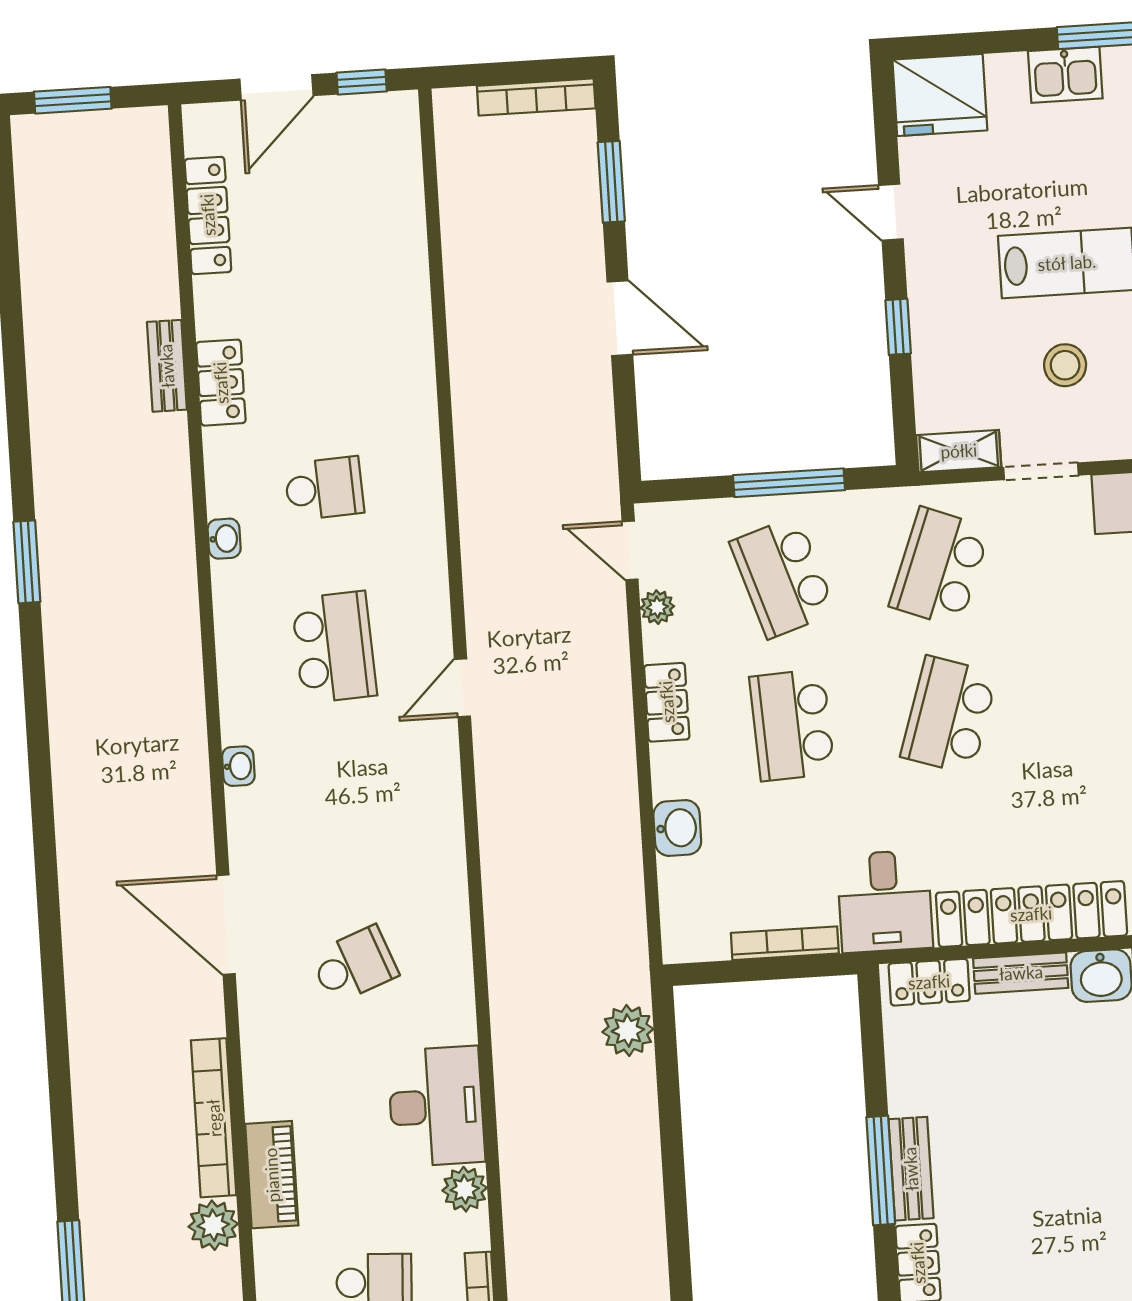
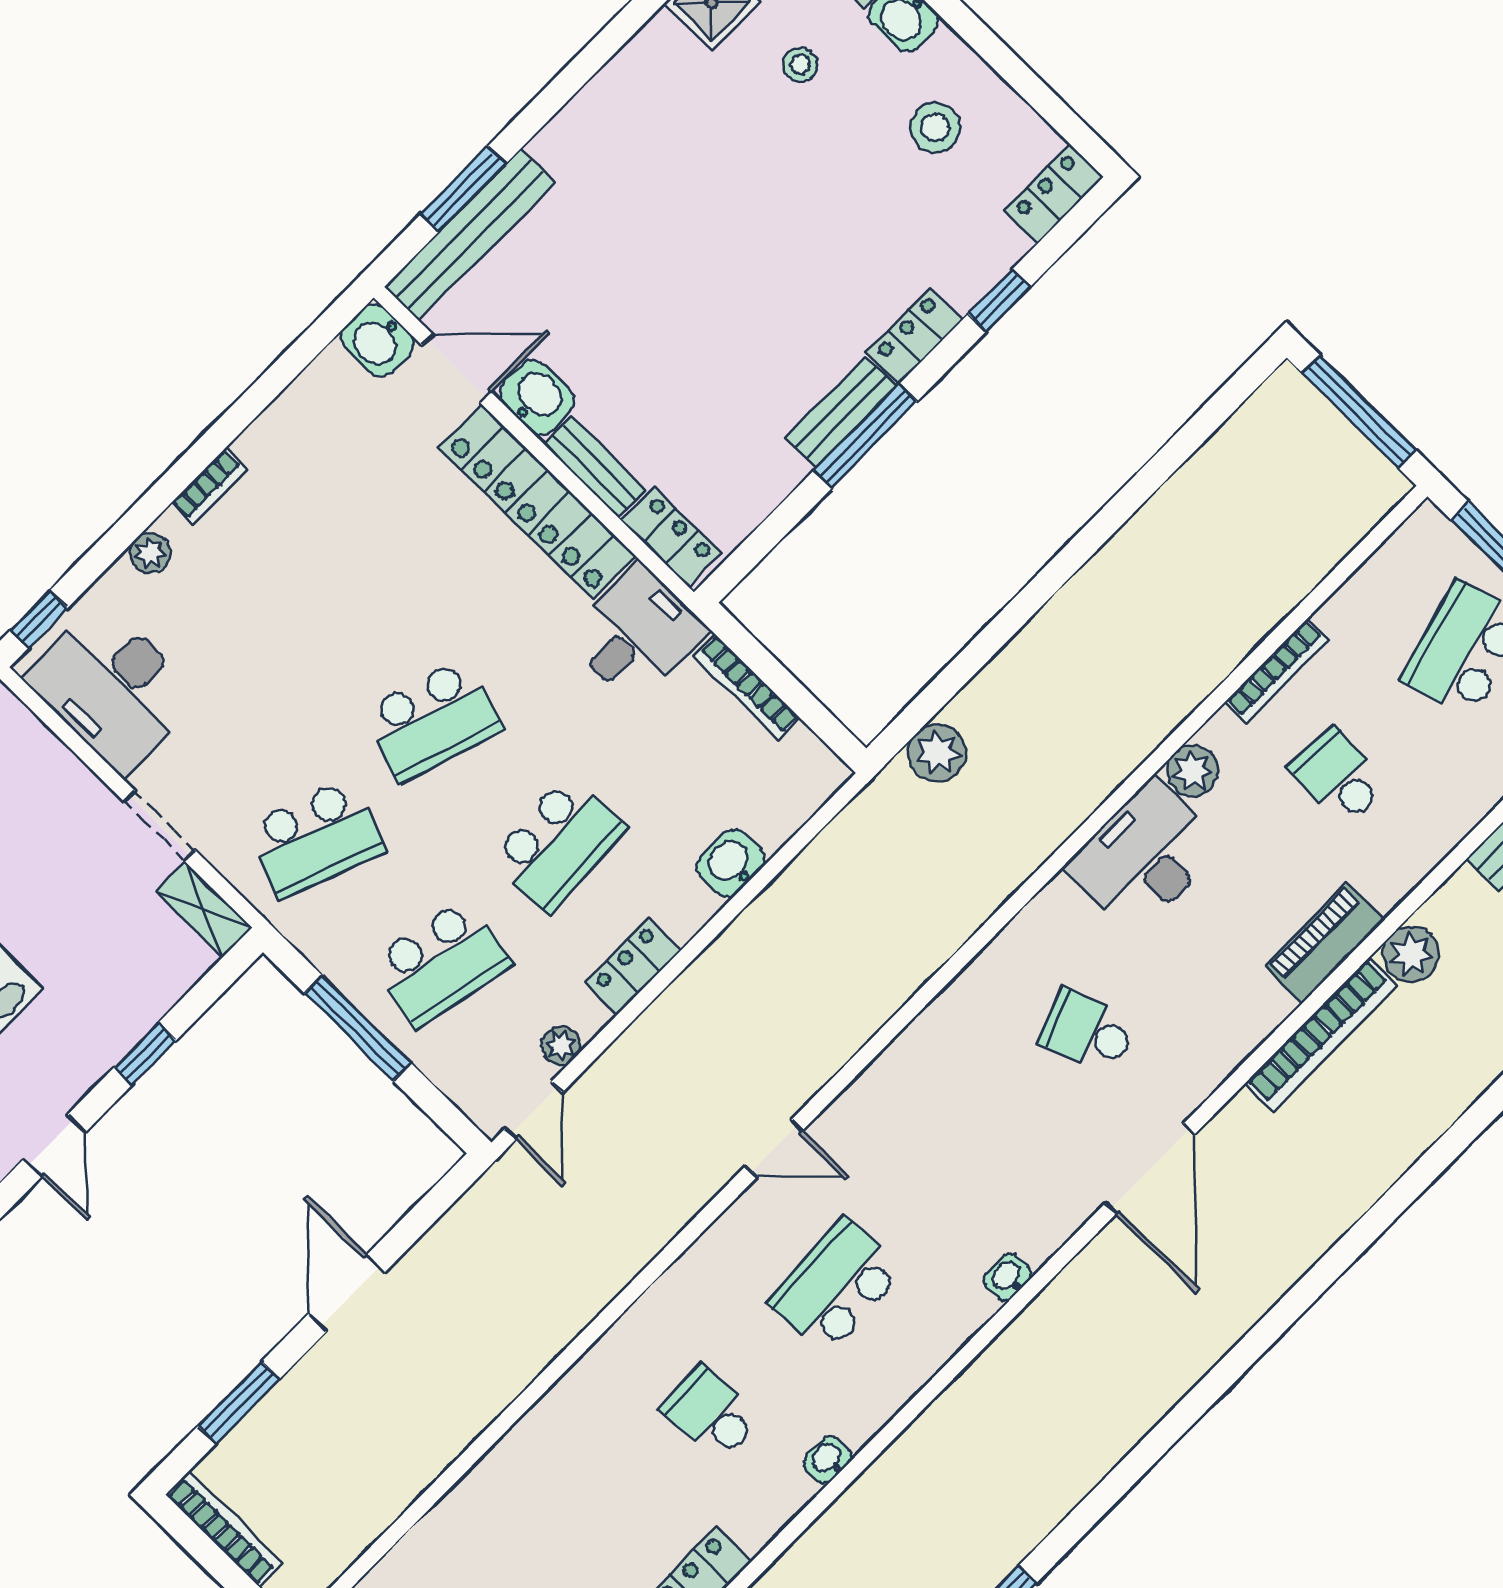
stool: (1065, 365) -> (53, 885), removed
school desk: (783, 577) -> (442, 963), turned 30

